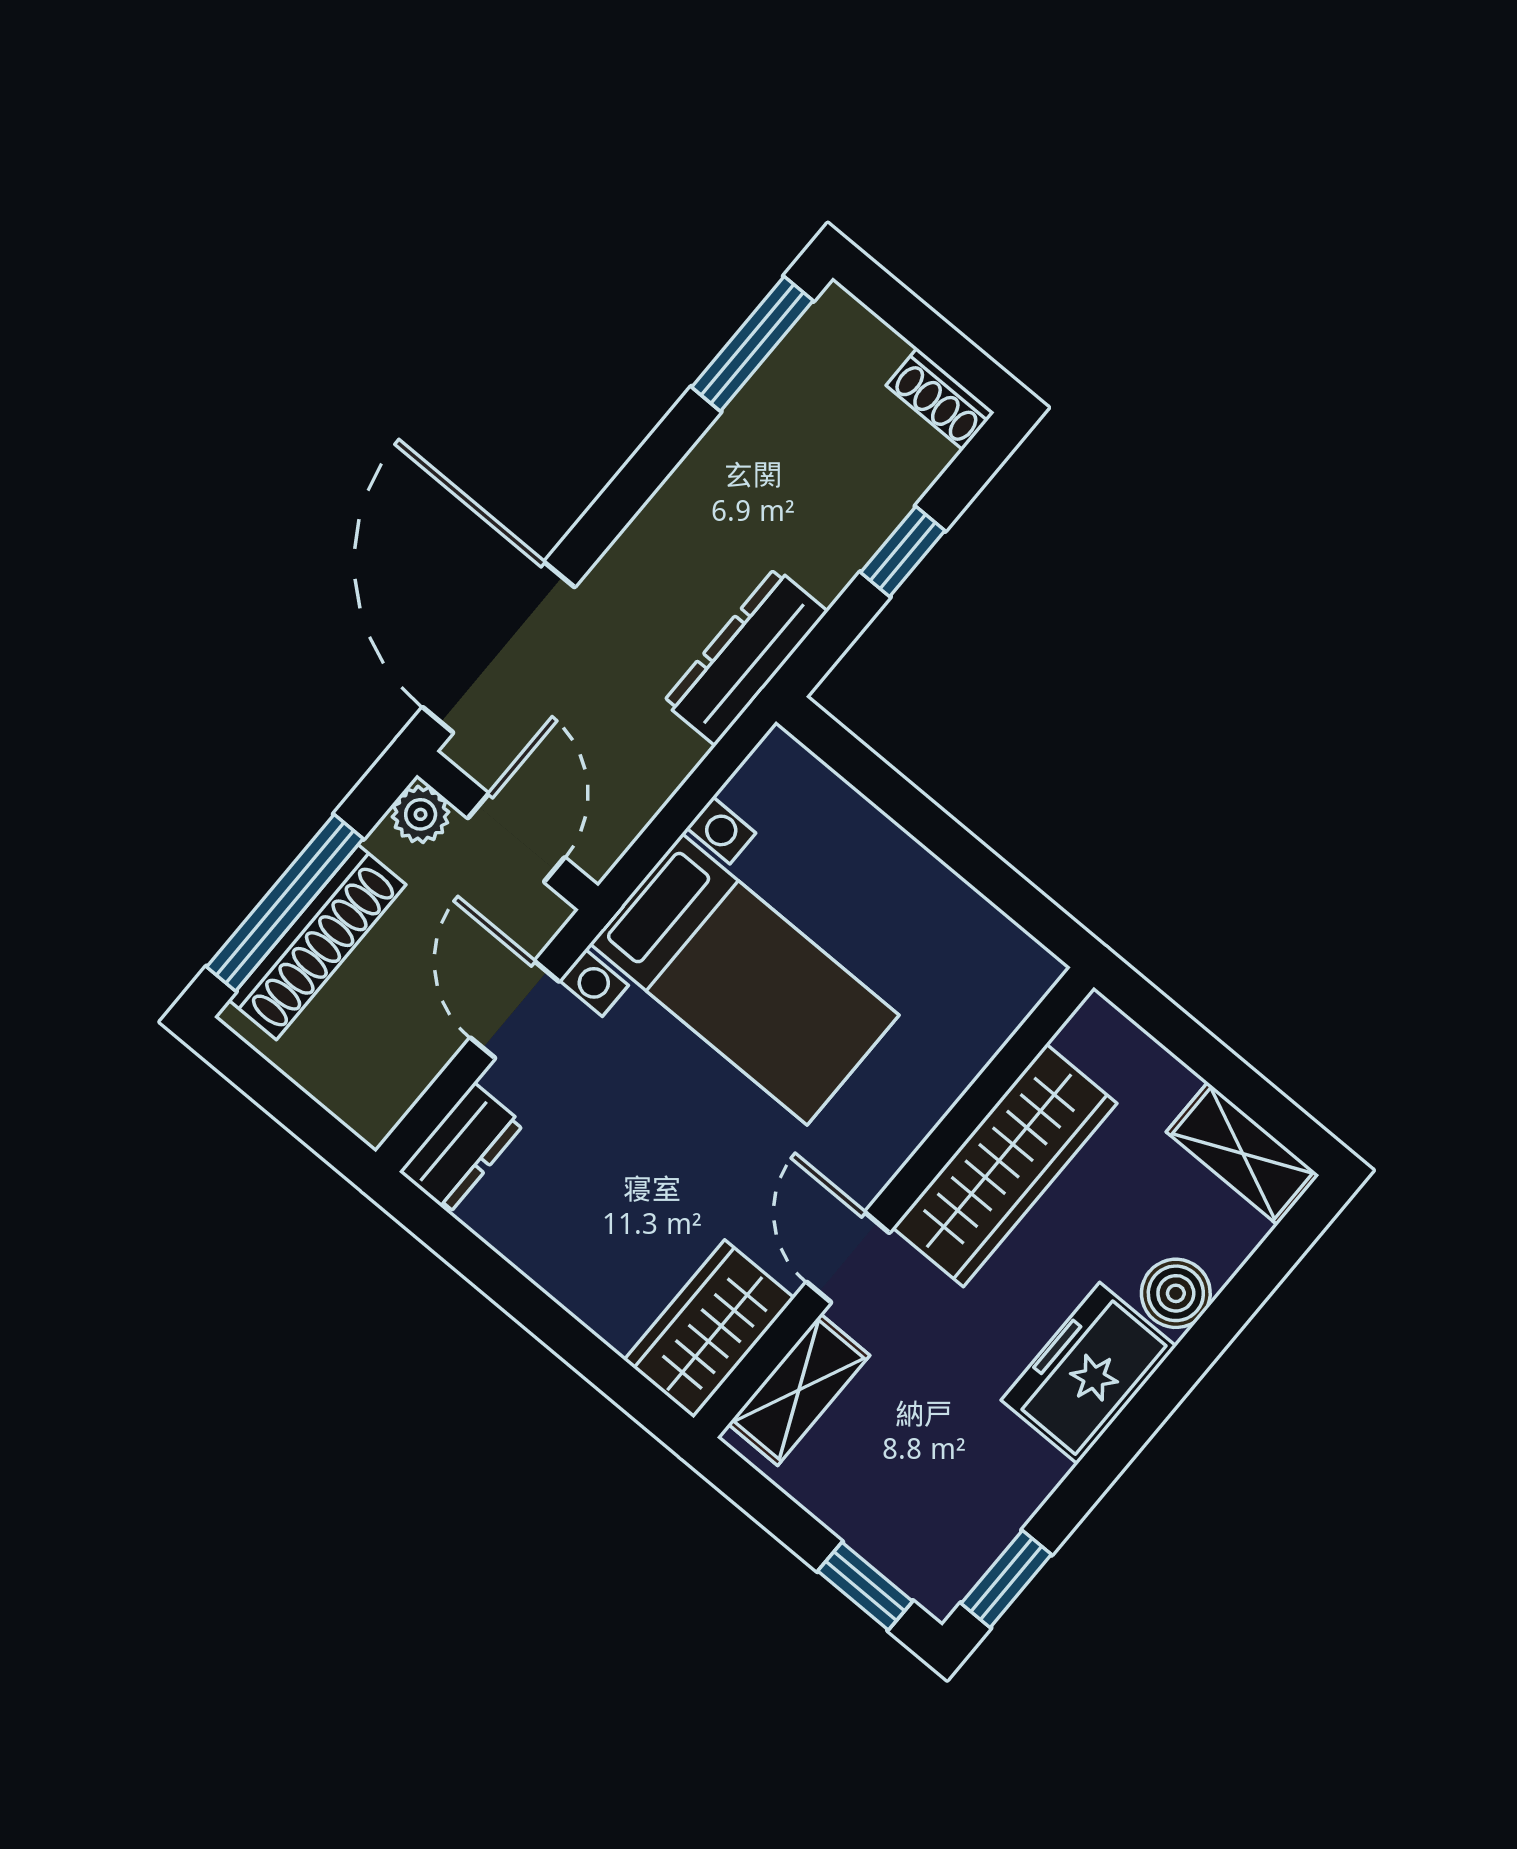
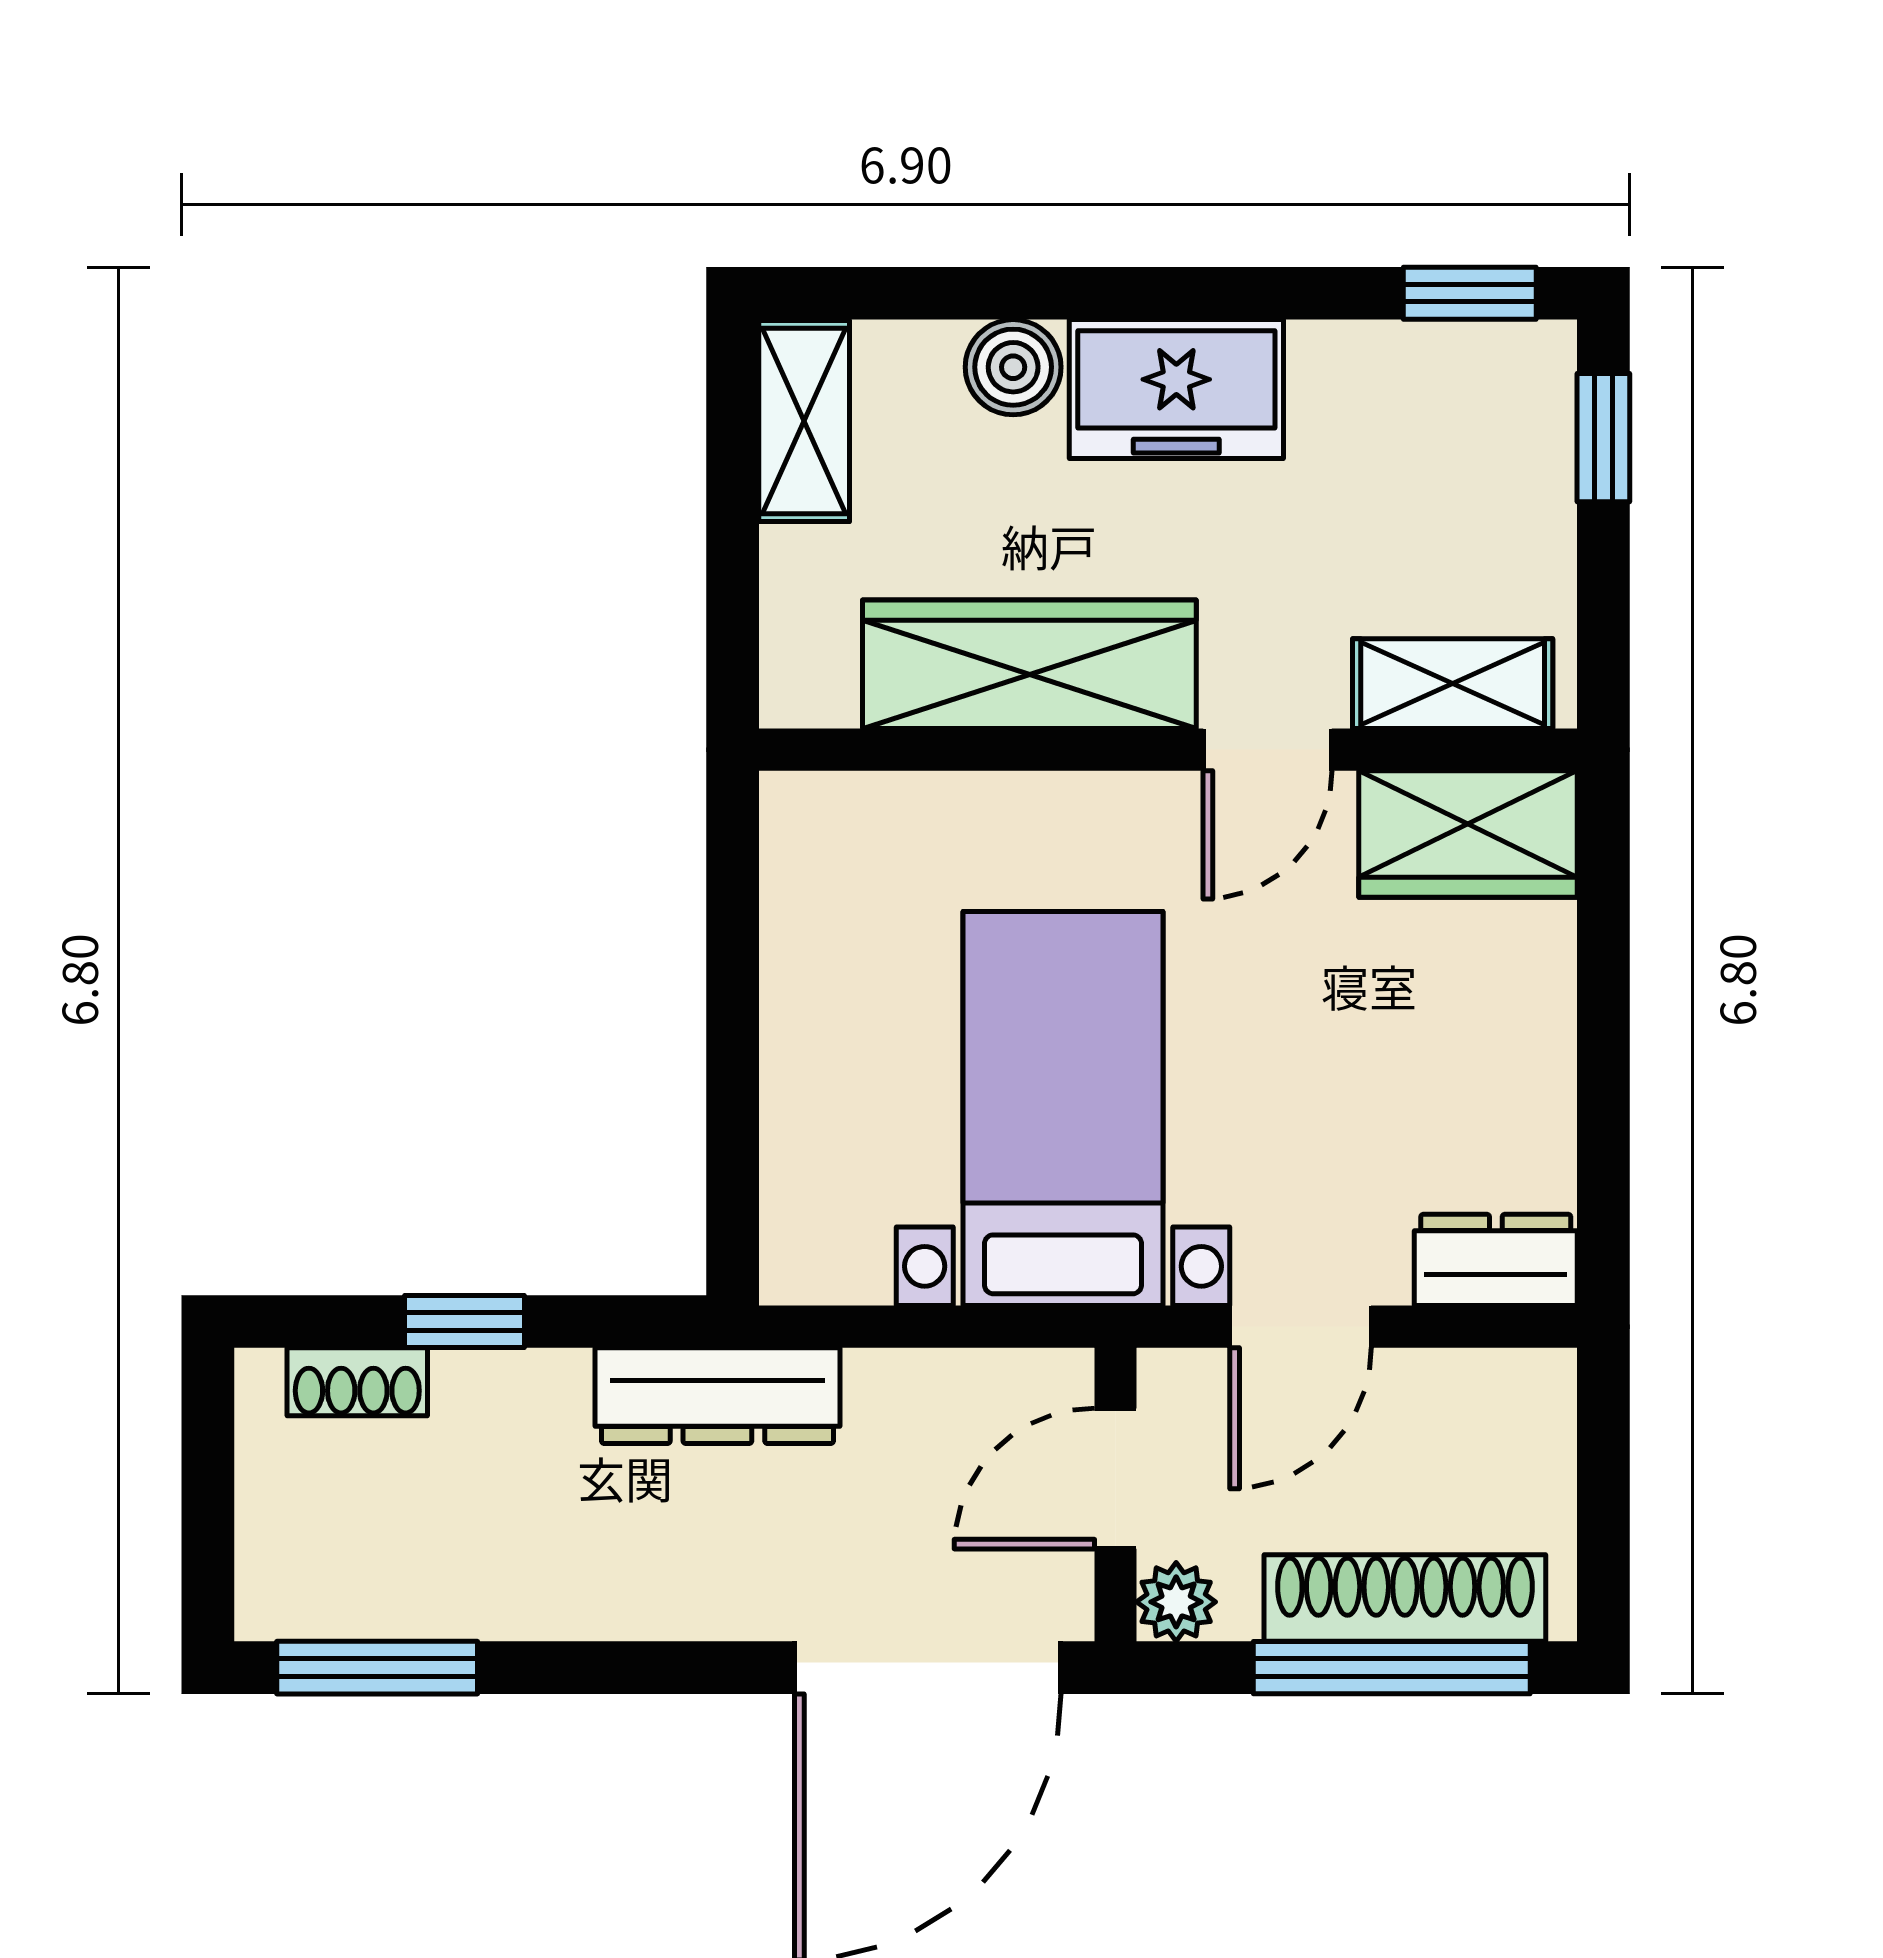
shoe rack: (940, 399) -> (357, 1382), moved, turned 90

